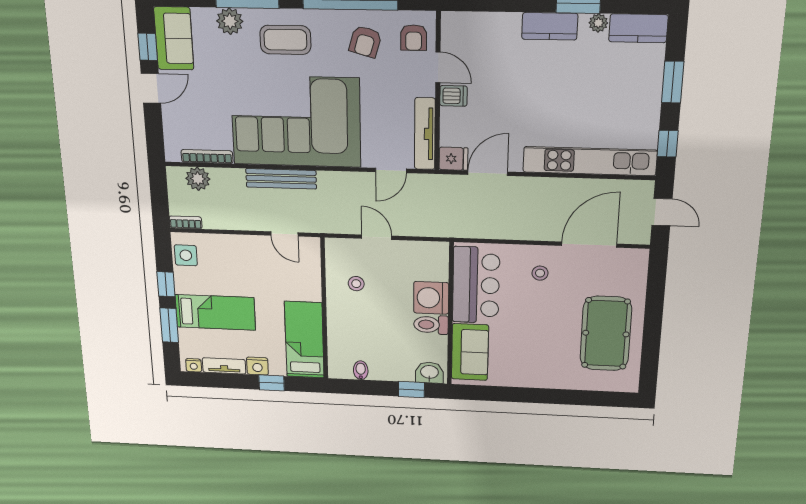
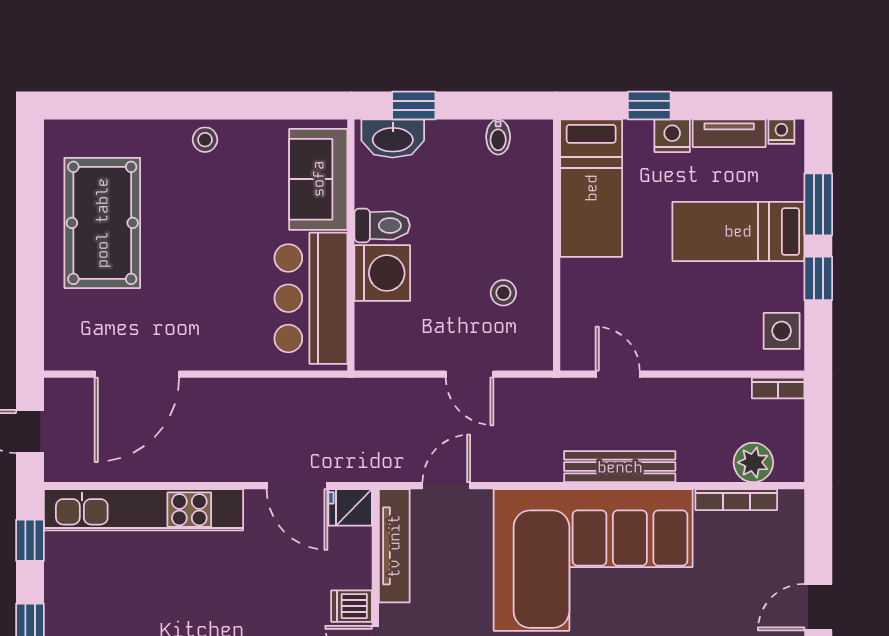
door: (488, 173) -> (297, 486), hinge flipped
stool: (540, 273) -> (205, 140), moved
washbasin: (429, 373) -> (393, 139), width x1.38

